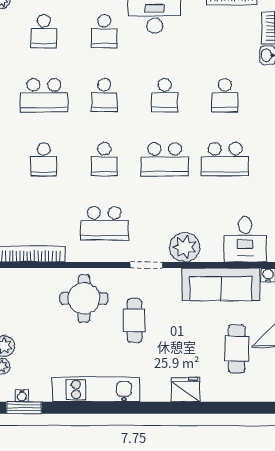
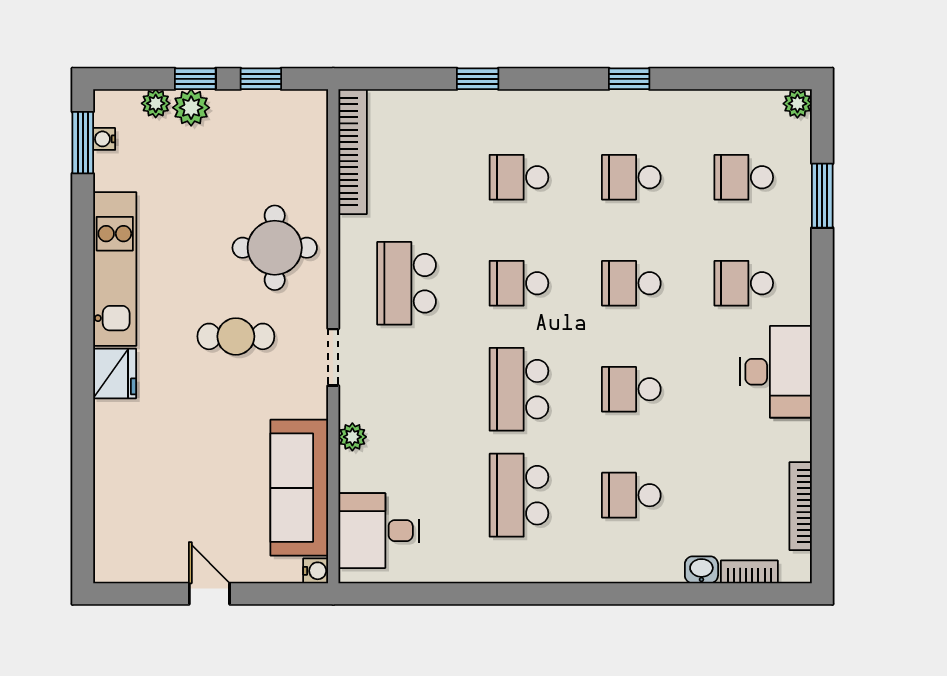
school desk: (44, 95) -> (631, 177), width x0.54
plant: (185, 247) -> (352, 437), width x0.53, depth x0.53
cafe table: (237, 349) -> (186, 516), removed
fridge: (186, 390) -> (115, 373), moved

